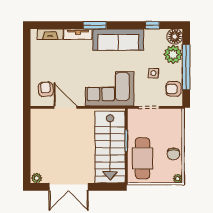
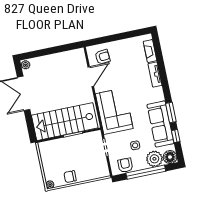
window: (95, 25) -> (171, 112), moved
sofa: (118, 40) -> (160, 124), moved
cafe table: (143, 158) -> (61, 151), removed

